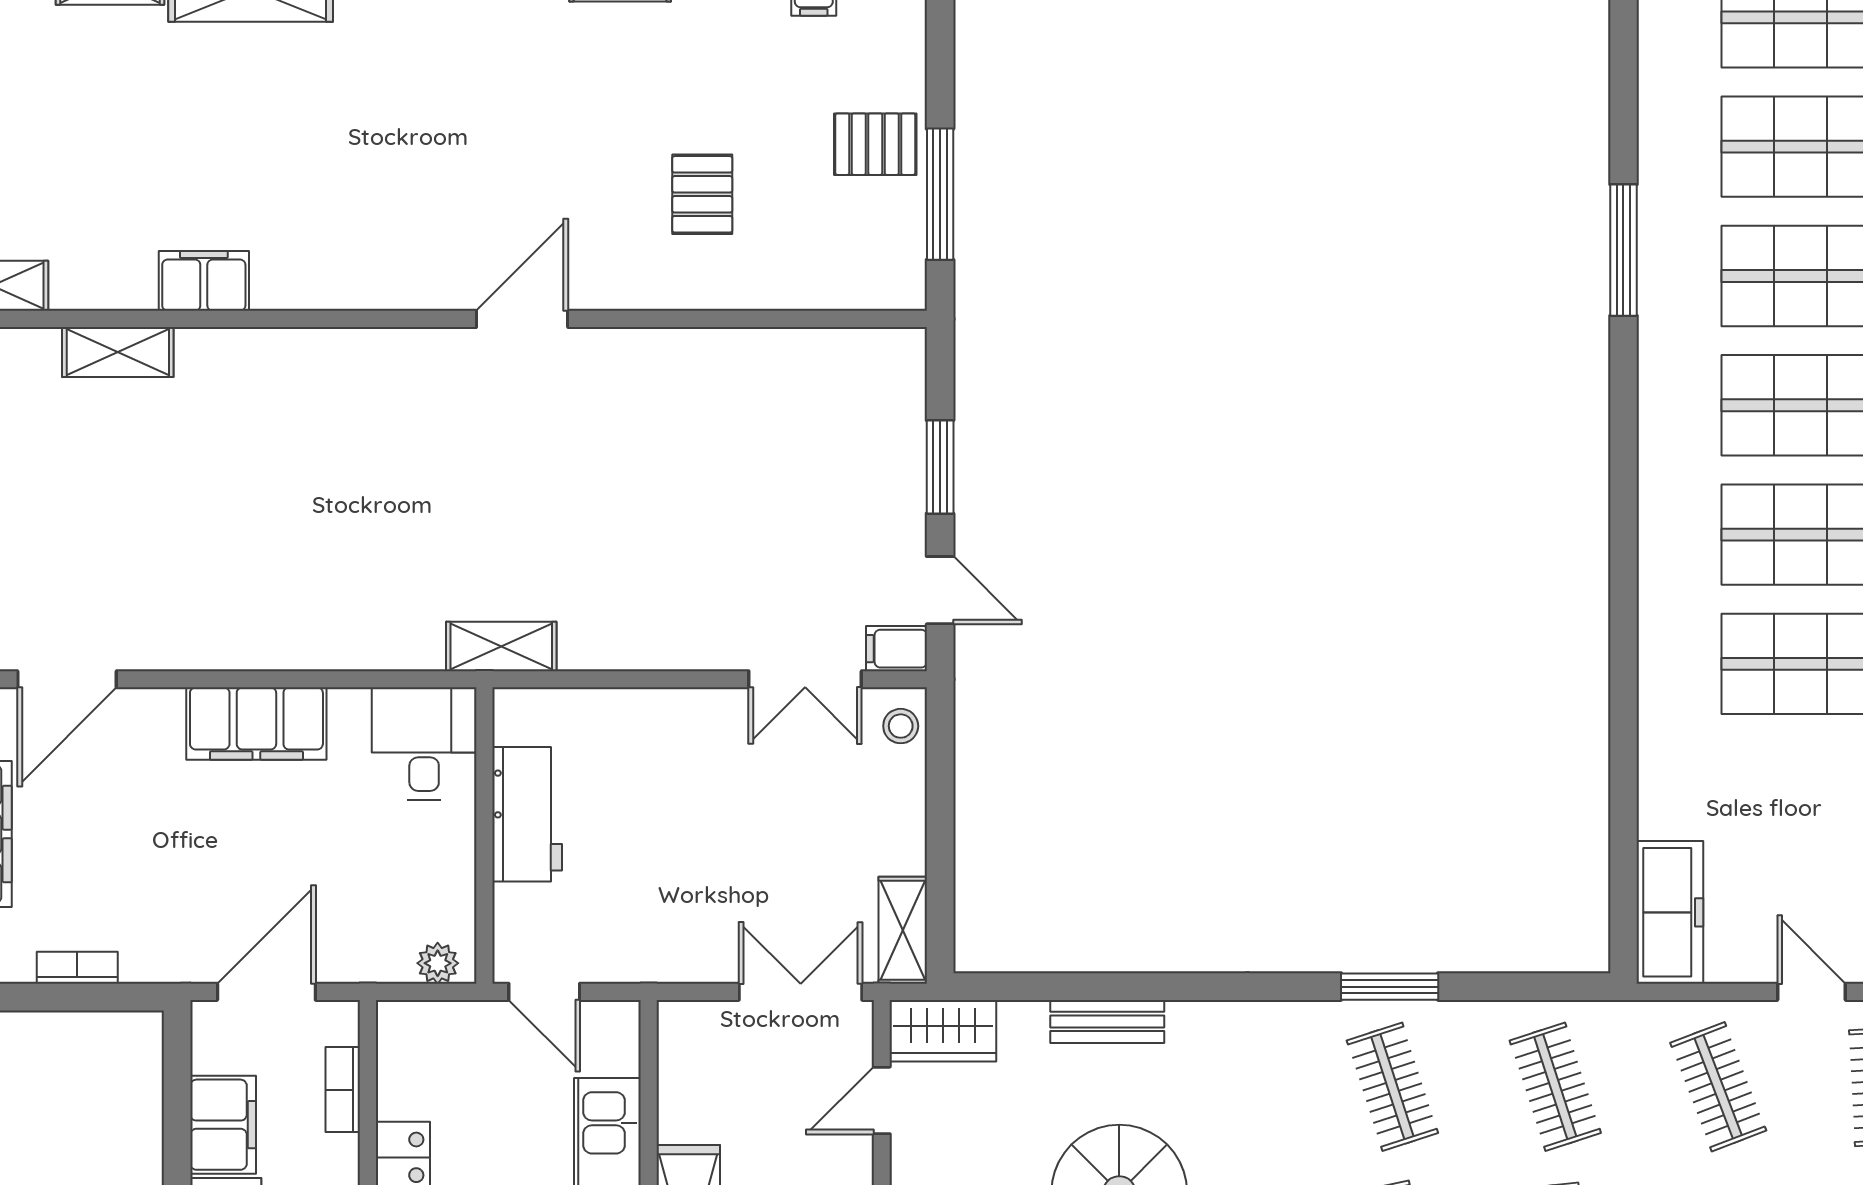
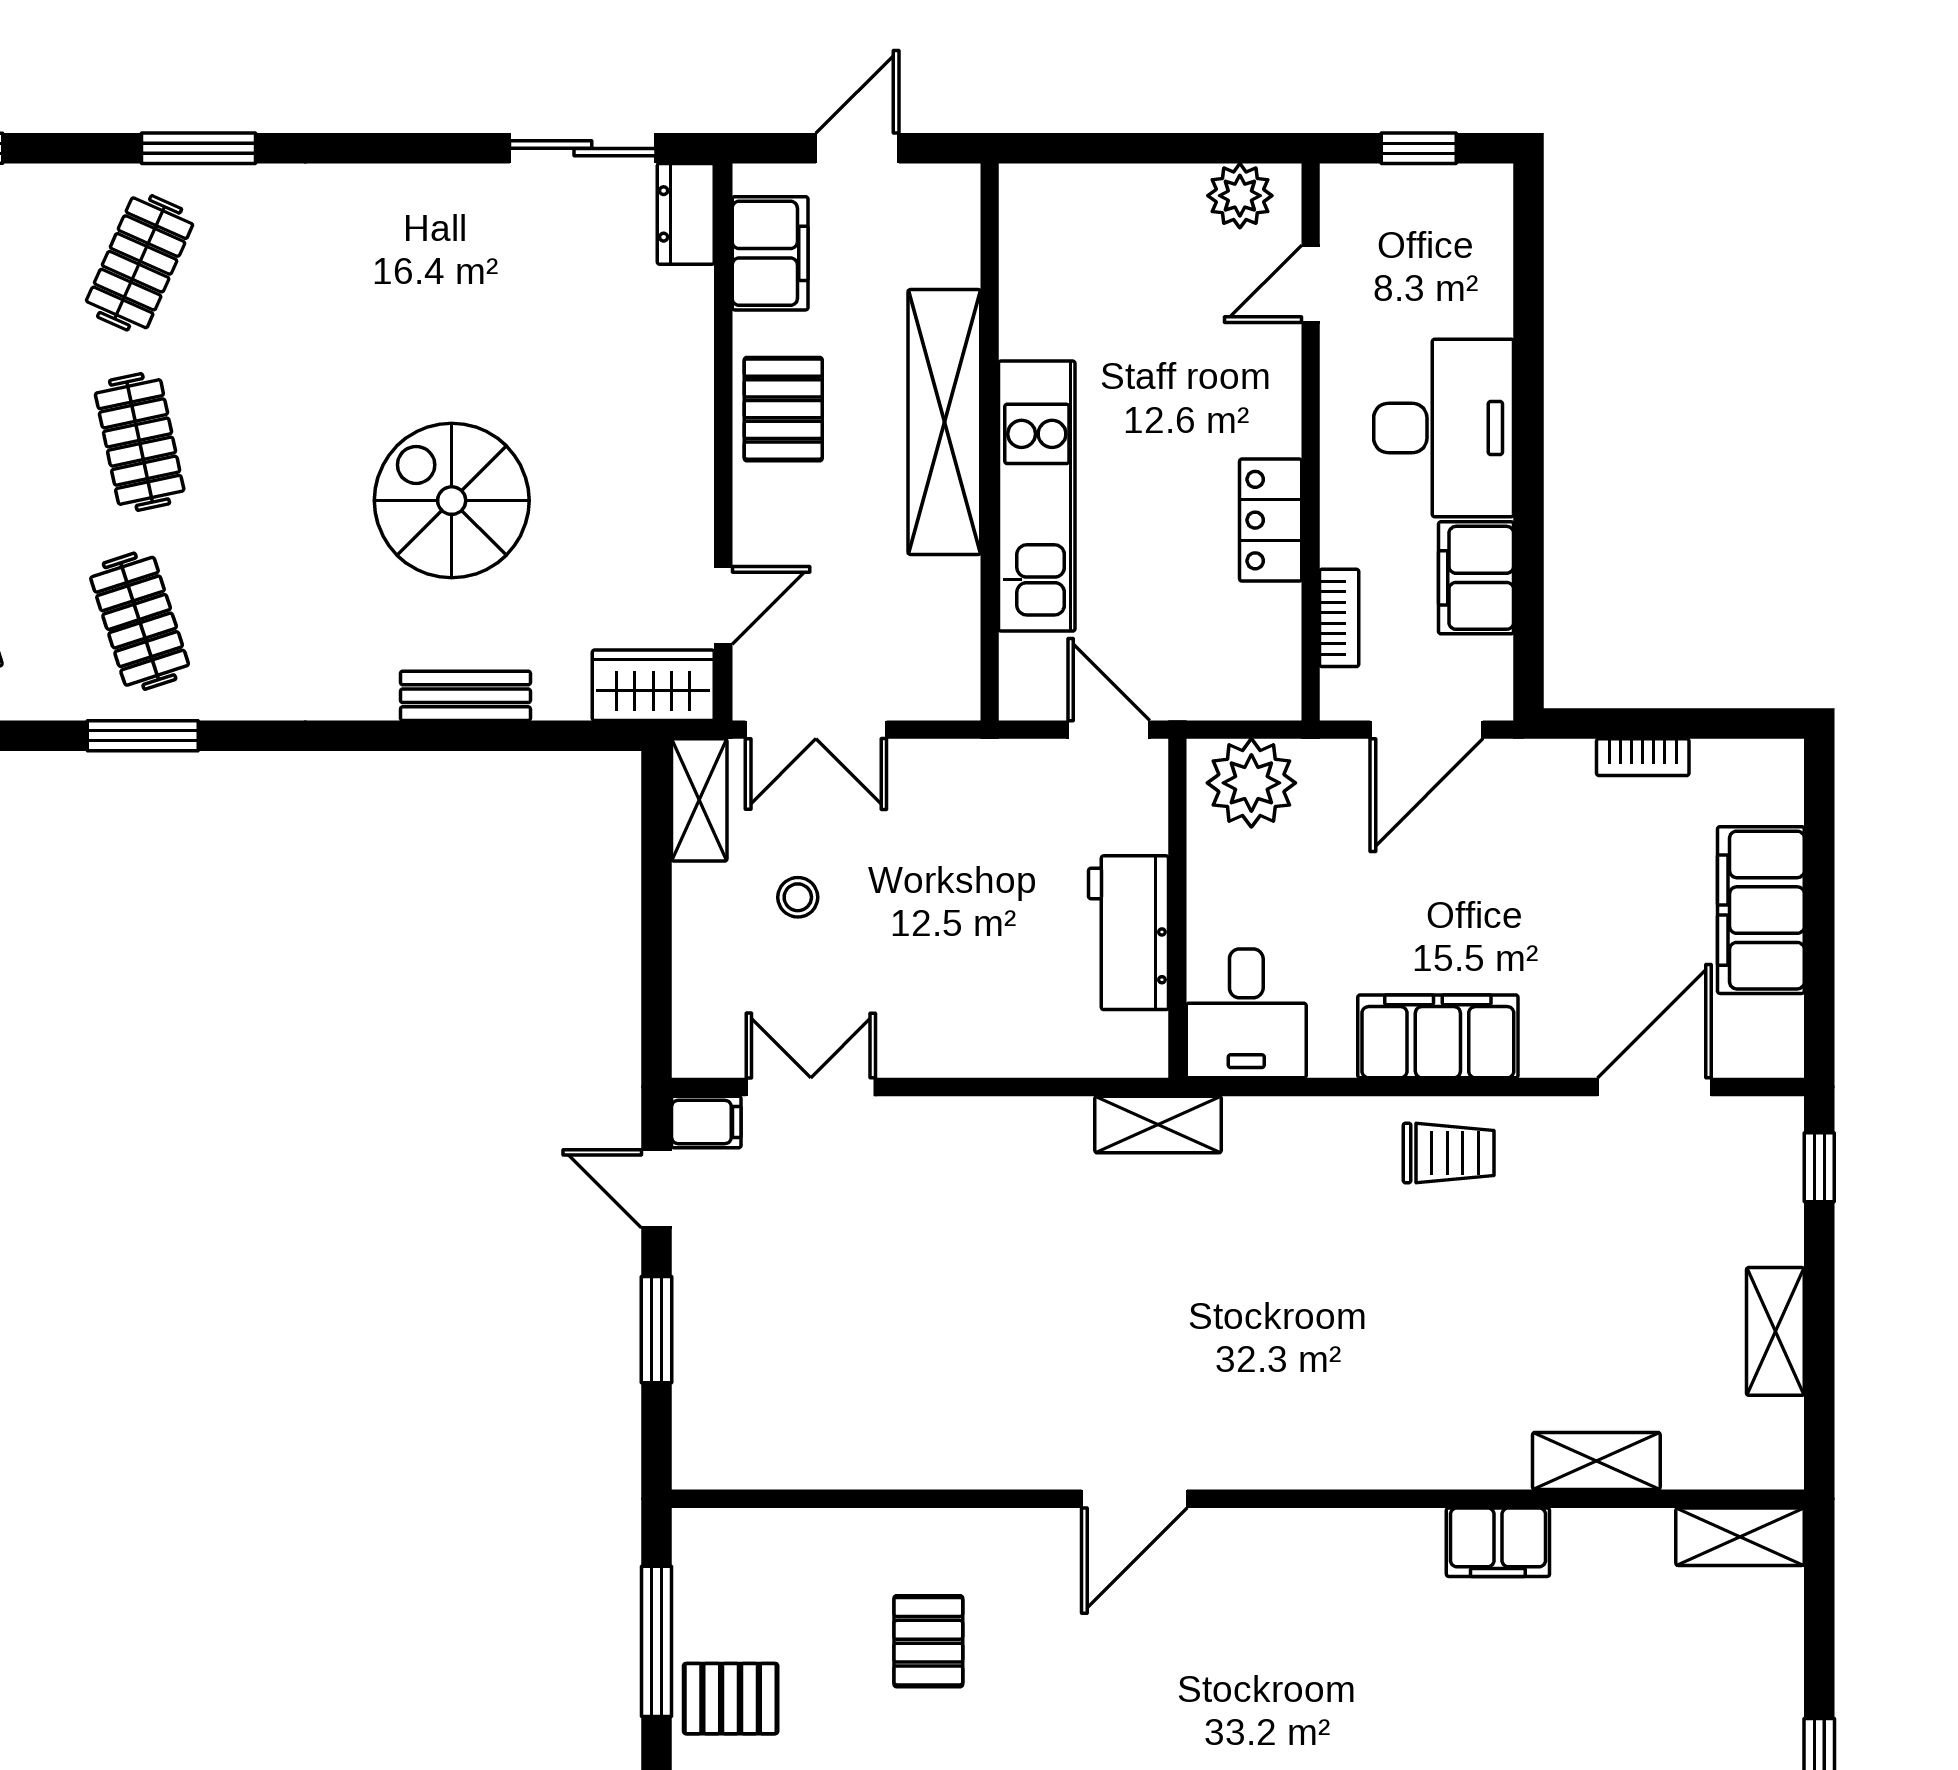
trolley: (247, 621) -> (1449, 1153), added
stool: (901, 726) -> (798, 897), moved
plant: (438, 963) -> (1251, 783), width x1.87, depth x1.87

